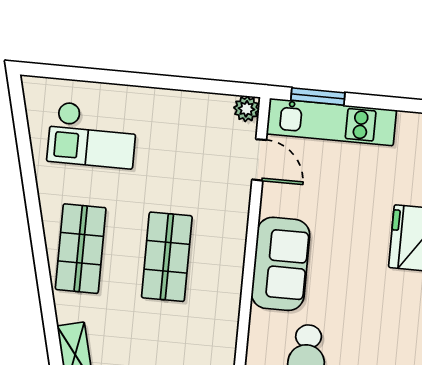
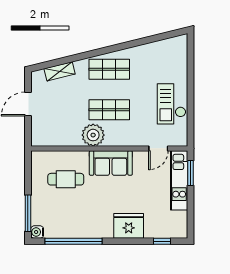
plant: (246, 109) -> (93, 135), moved, width x1.88, depth x1.88
checkout: (92, 135) -> (171, 104), moved

